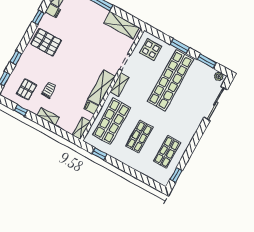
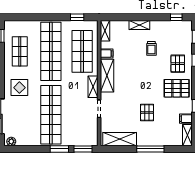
pallet: (84, 35) -> (147, 113), added
display table: (151, 50) -> (19, 88), moved
window: (207, 61) -> (83, 149), moved
pallet: (27, 89) -> (178, 64), moved
window: (21, 110) -> (176, 17), moved
shop shelf: (139, 137) -> (51, 51), width x2.00, depth x1.36

